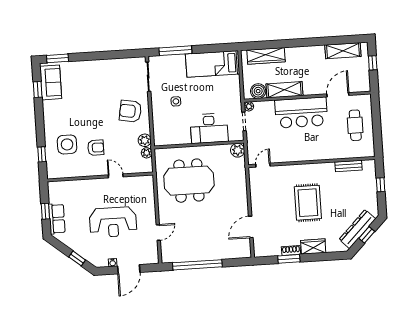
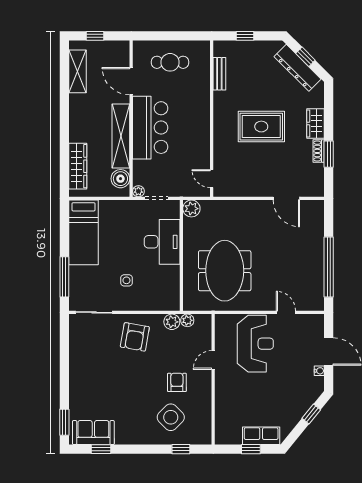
shelving: (284, 90) -> (121, 136), width x1.47
side table: (67, 144) -> (171, 417), turned 45
reception desk: (113, 222) -> (255, 344), moved

